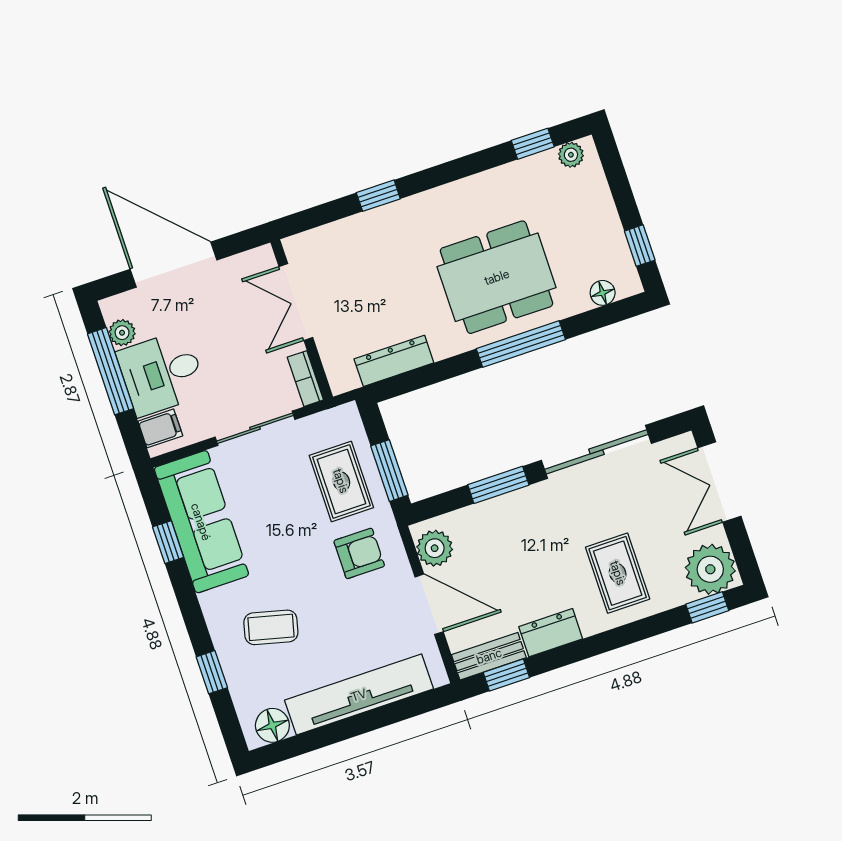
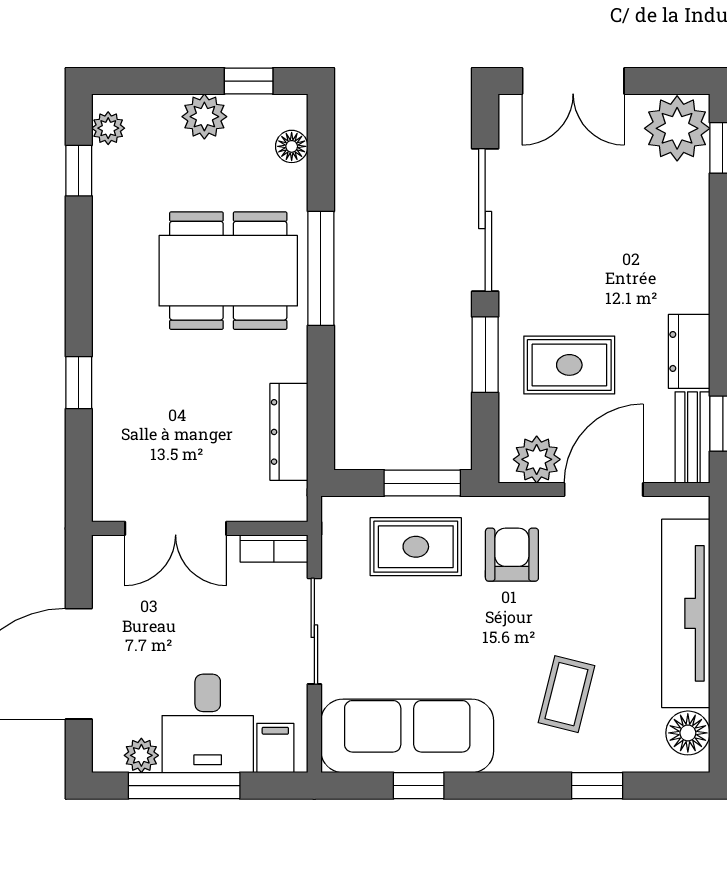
plant: (603, 222) -> (204, 117), added
dining table: (497, 277) -> (228, 271), turned 90
rug: (618, 573) -> (569, 365), moved

